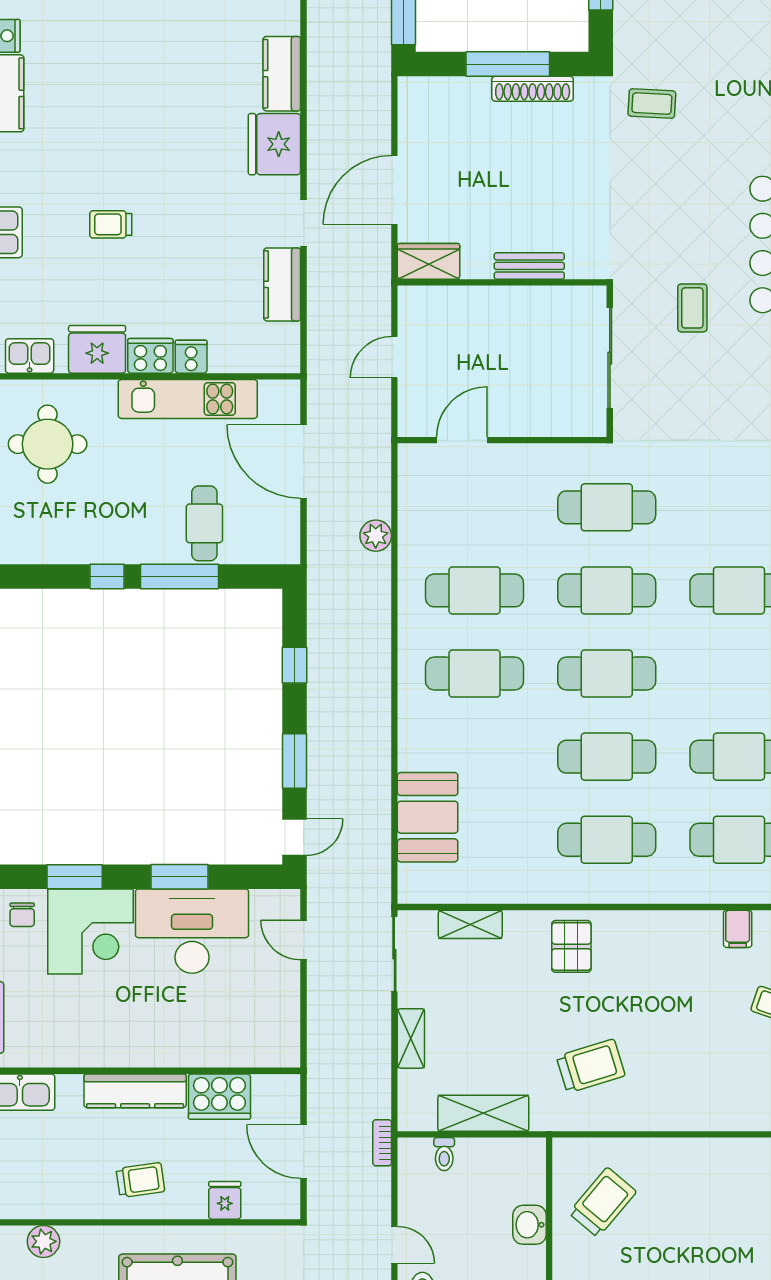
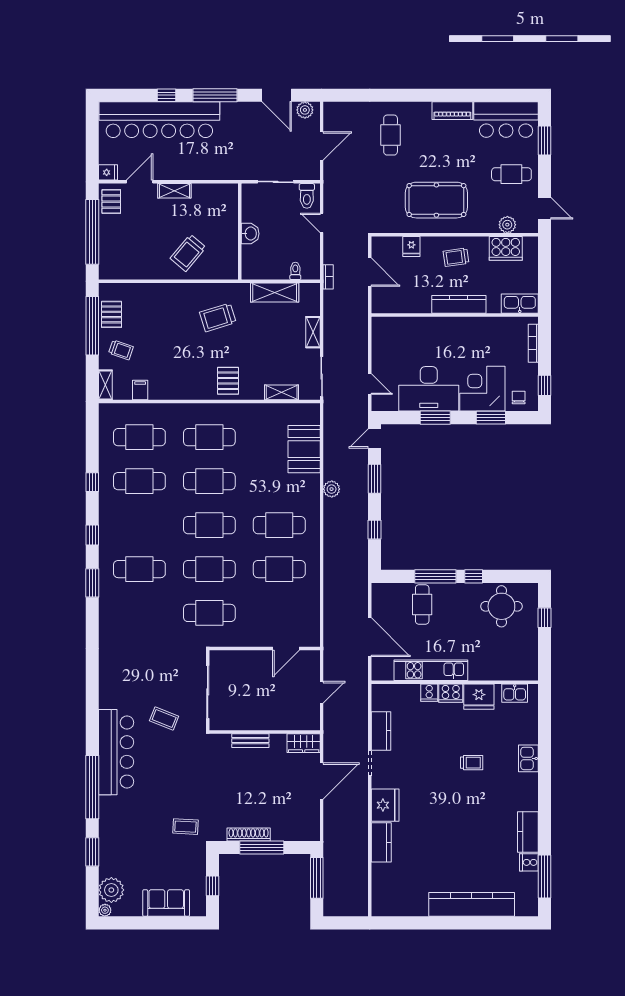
coffee table: (692, 308) -> (164, 718), turned -68
round table: (48, 444) -> (501, 606), moved
plant: (376, 536) -> (332, 489), moved
cooker: (219, 1097) -> (506, 248), moved, turned 180
trolley: (602, 1202) -> (188, 253), moved

